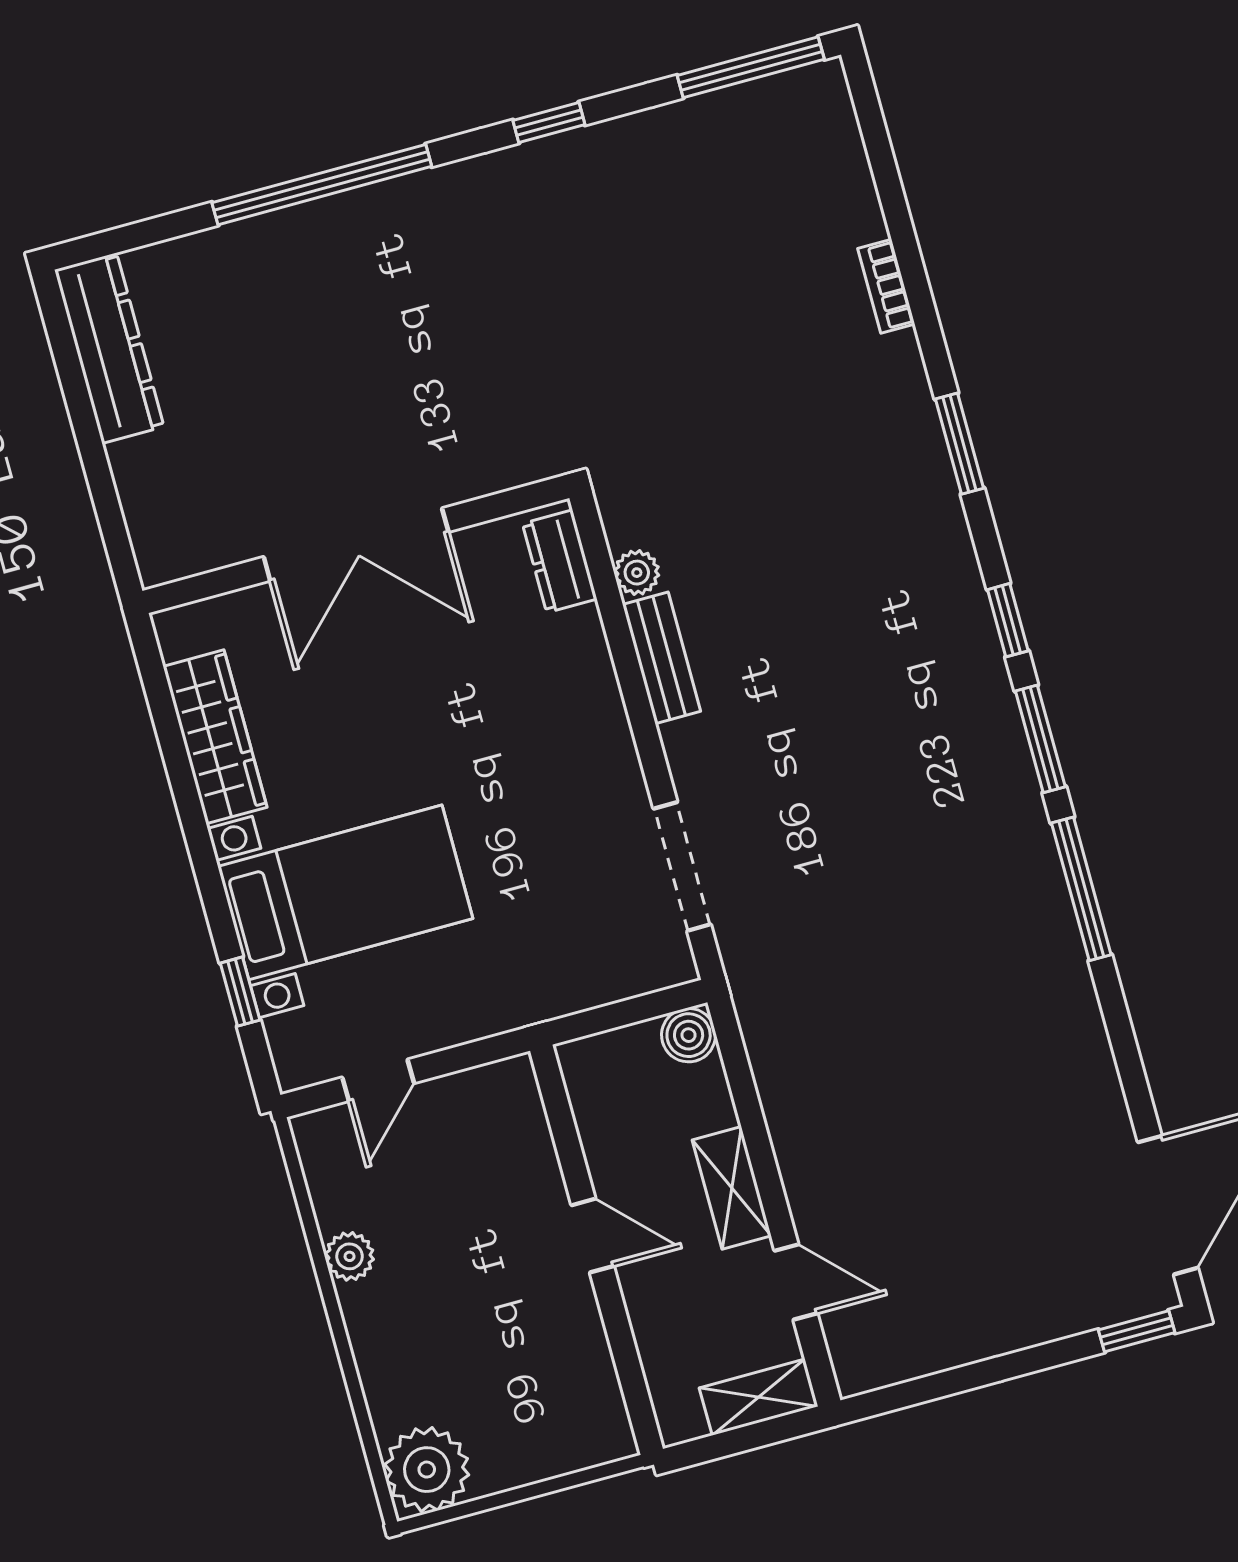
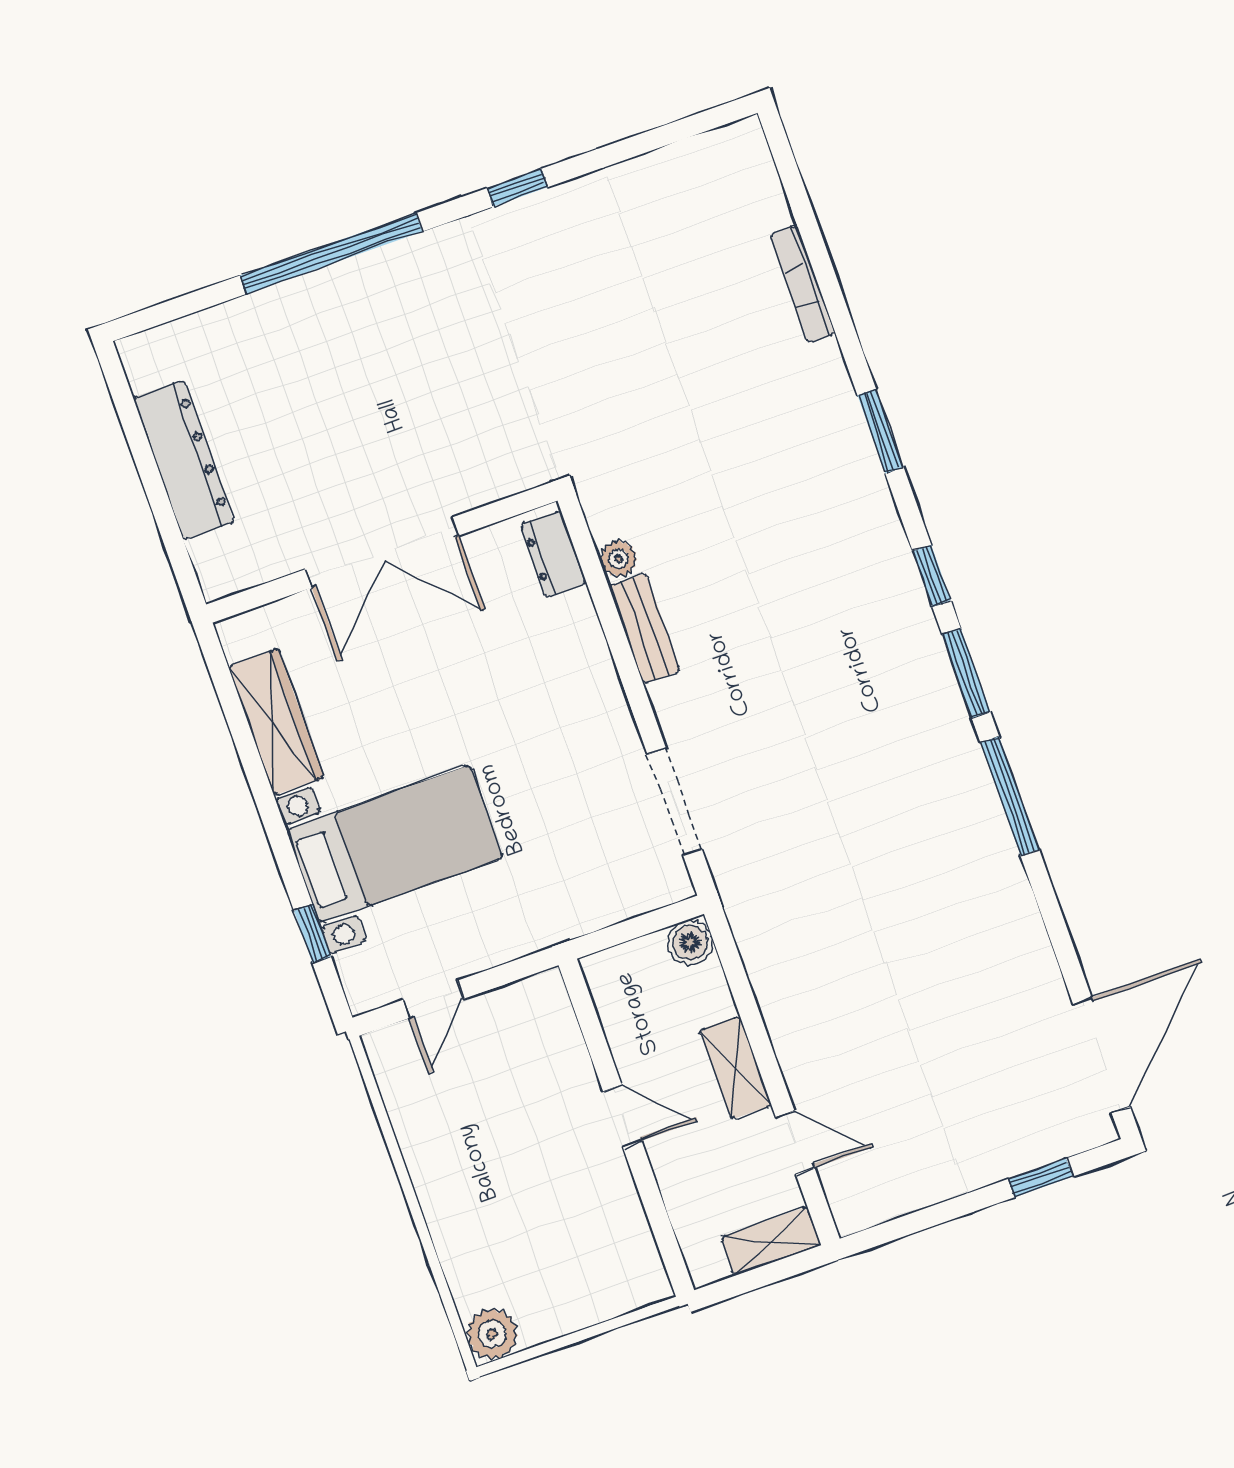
window: (751, 67) -> (683, 129), removed
bookcase: (886, 286) -> (803, 284), width x1.56
dresser: (109, 348) -> (183, 460), moved
plant: (350, 1256) -> (420, 1148), removed
window: (1137, 1331) -> (1040, 1178), moved
plant: (427, 1470) -> (492, 1334), width x0.73, depth x0.73

